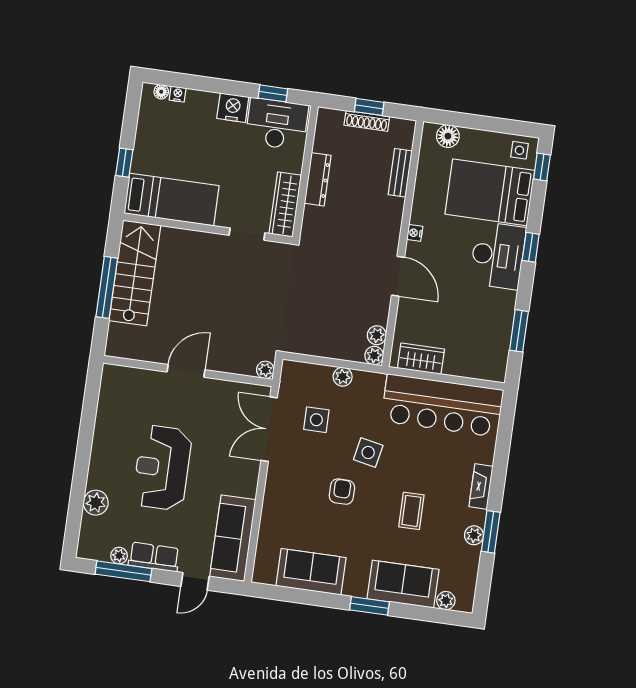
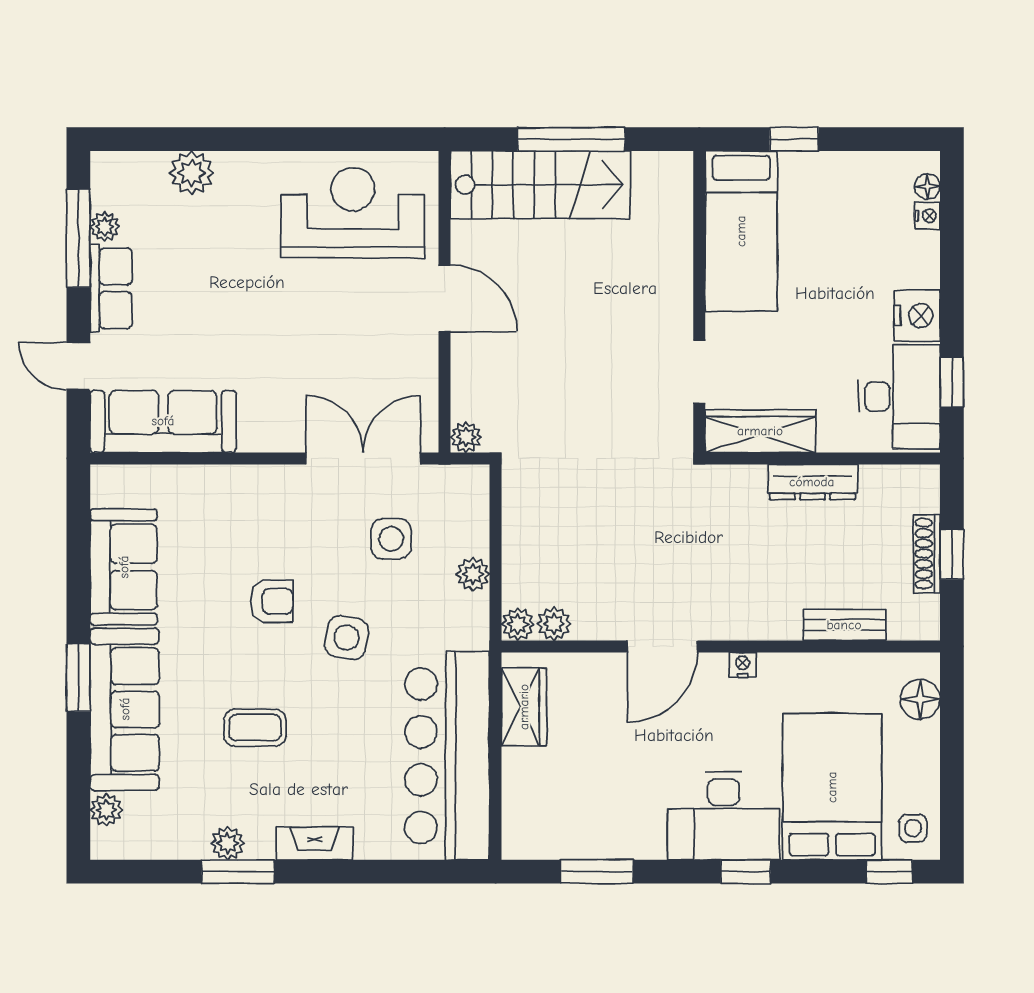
stairs: (135, 273) -> (540, 185), moved
reception desk: (162, 468) -> (353, 213), moved
sofa: (403, 584) -> (125, 709), width x1.36

